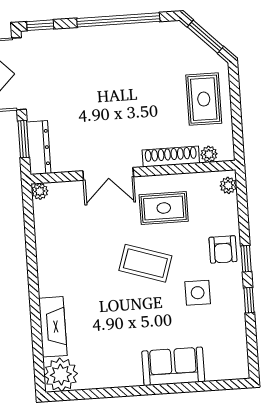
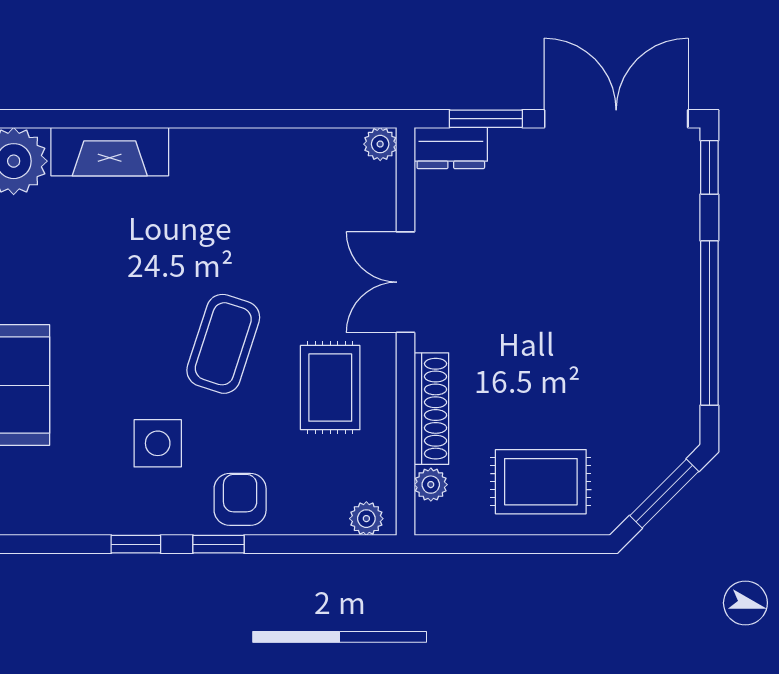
dresser: (39, 148) -> (451, 148), width x0.70
armchair: (223, 249) -> (240, 499), turned 90

